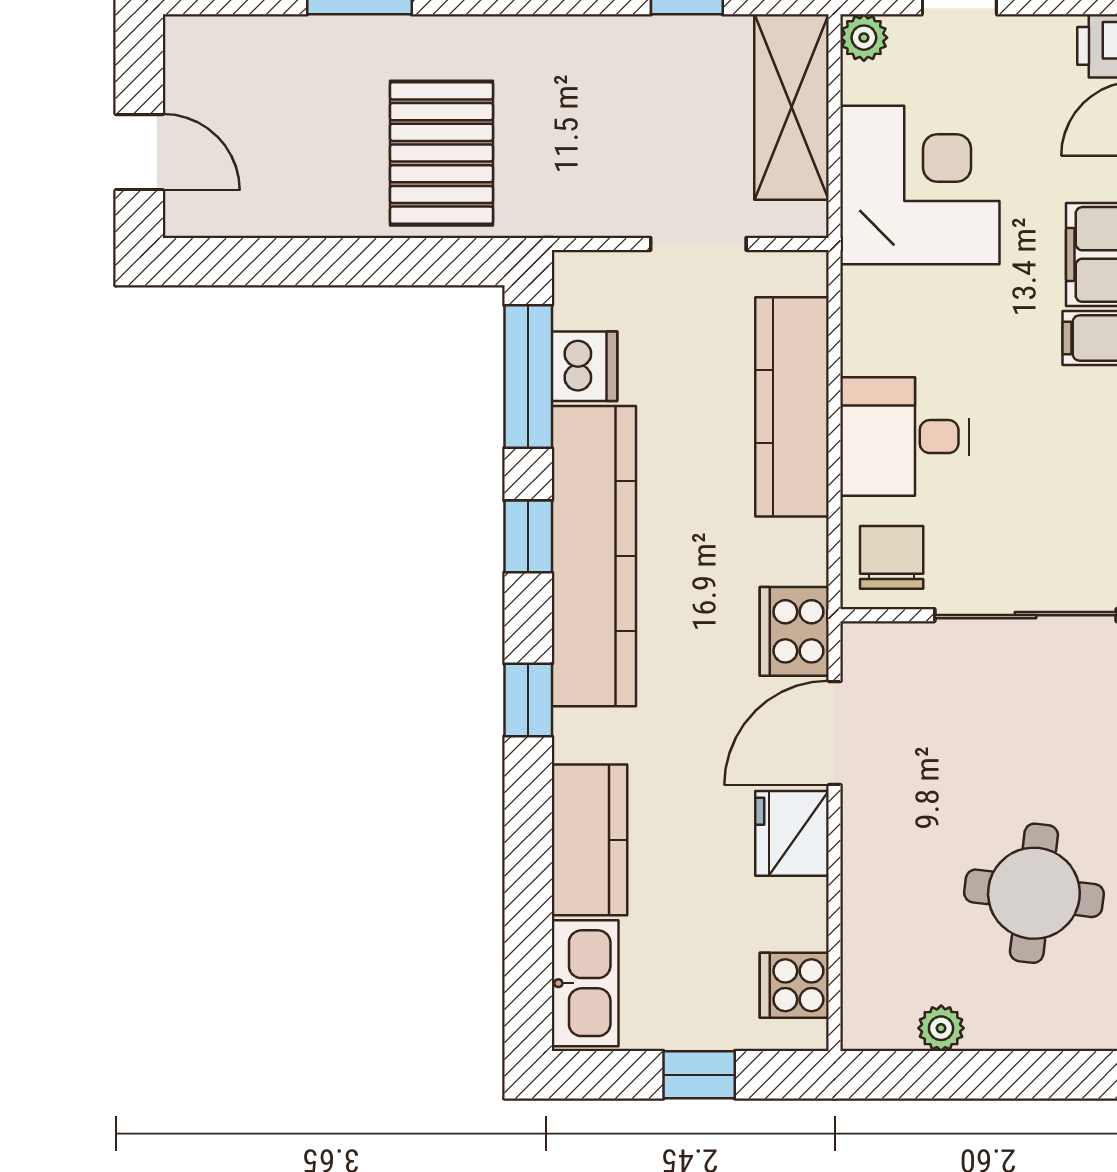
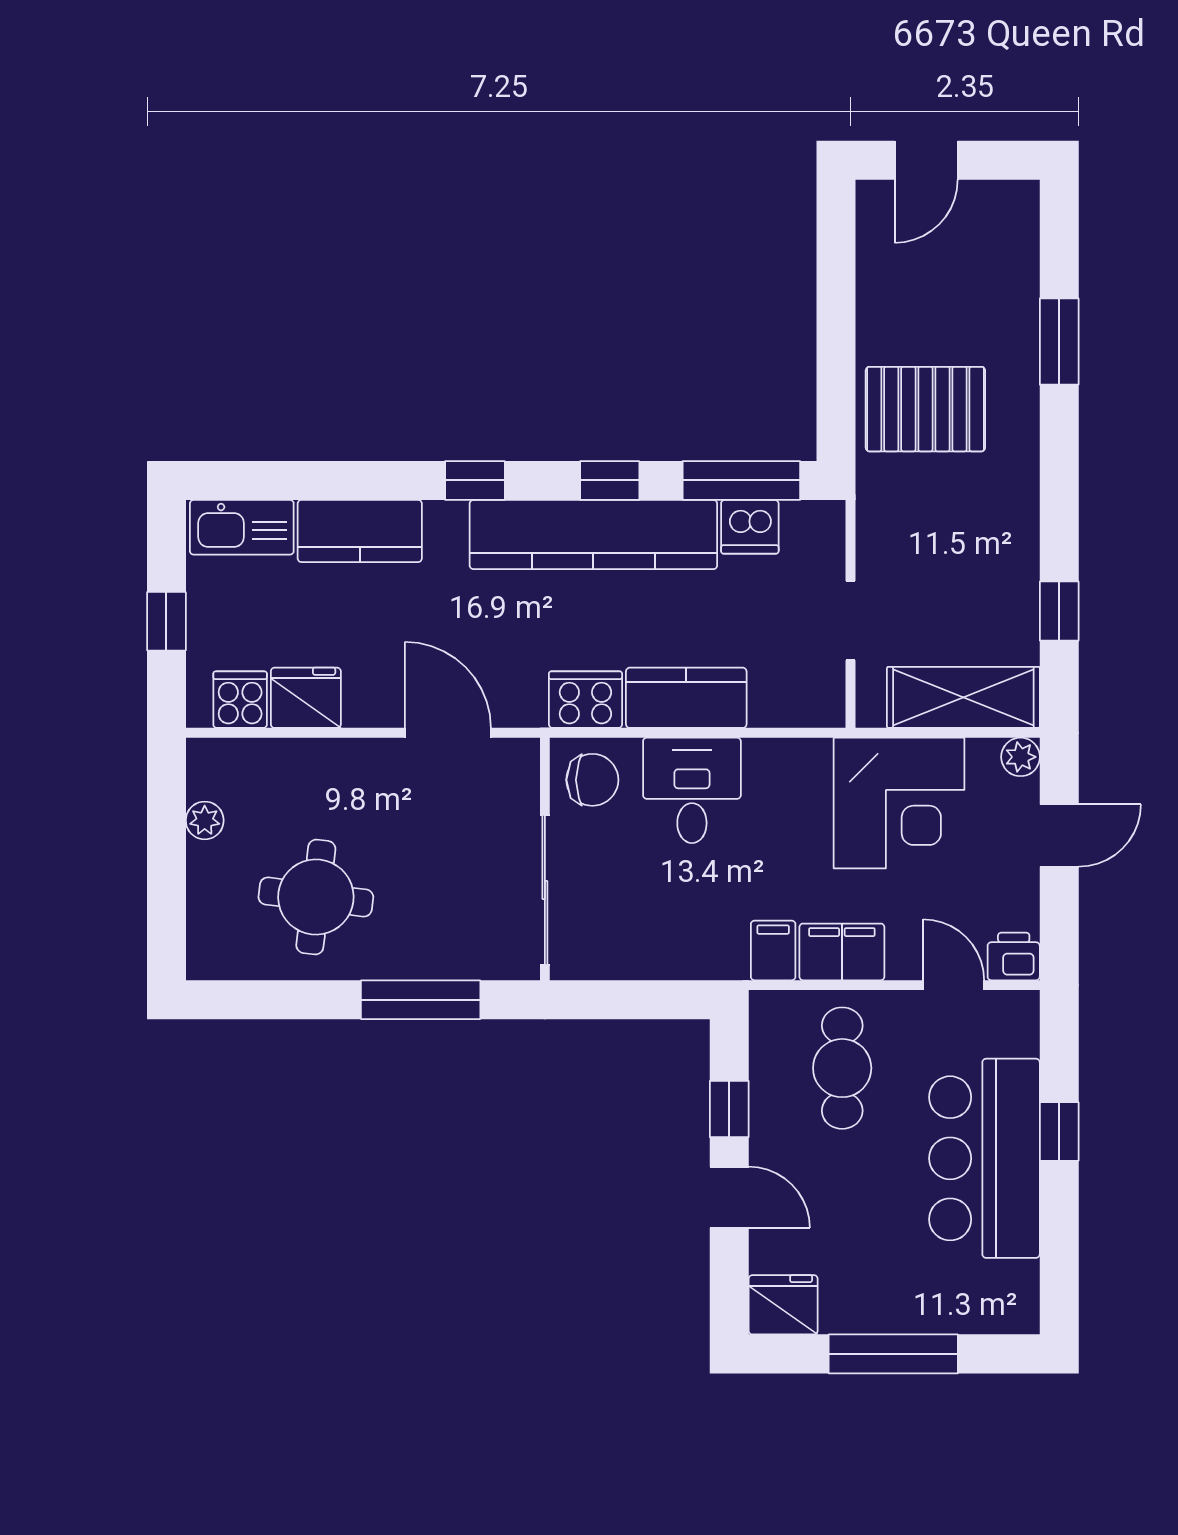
kitchen counter: (792, 407) -> (686, 698), width x0.67
cooker: (794, 631) -> (585, 700), moved
fridge: (792, 833) -> (306, 698), moved

